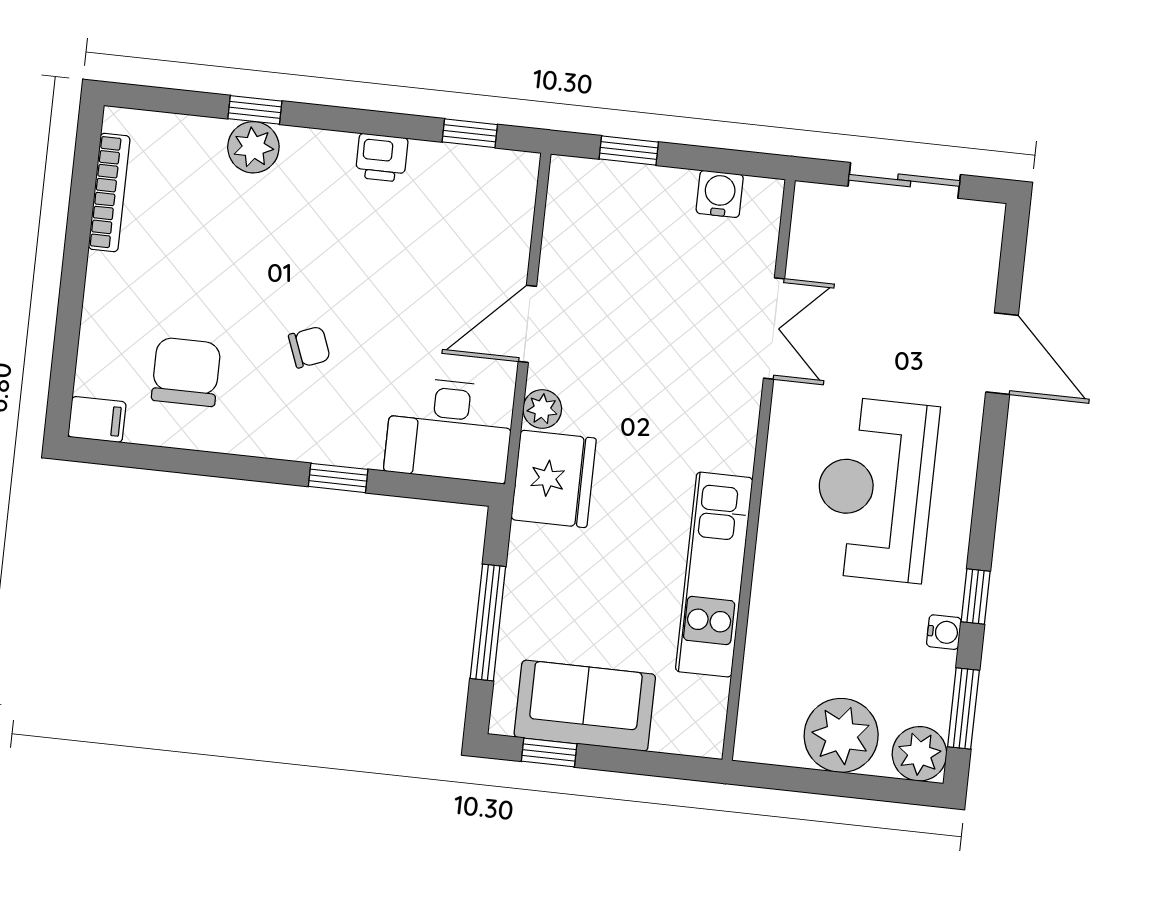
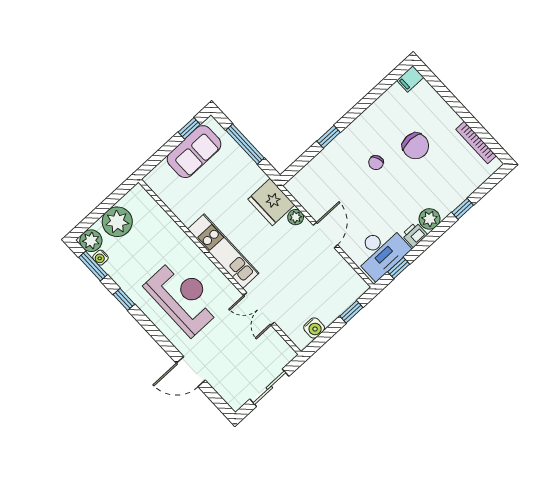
plant: (253, 147) -> (430, 219), moved
chair: (186, 372) -> (416, 146), moved
desk: (449, 430) -> (381, 252), moved, turned 180
kitchen unit: (714, 575) -> (223, 251), moved
water cooler: (944, 632) -> (100, 258), moved

